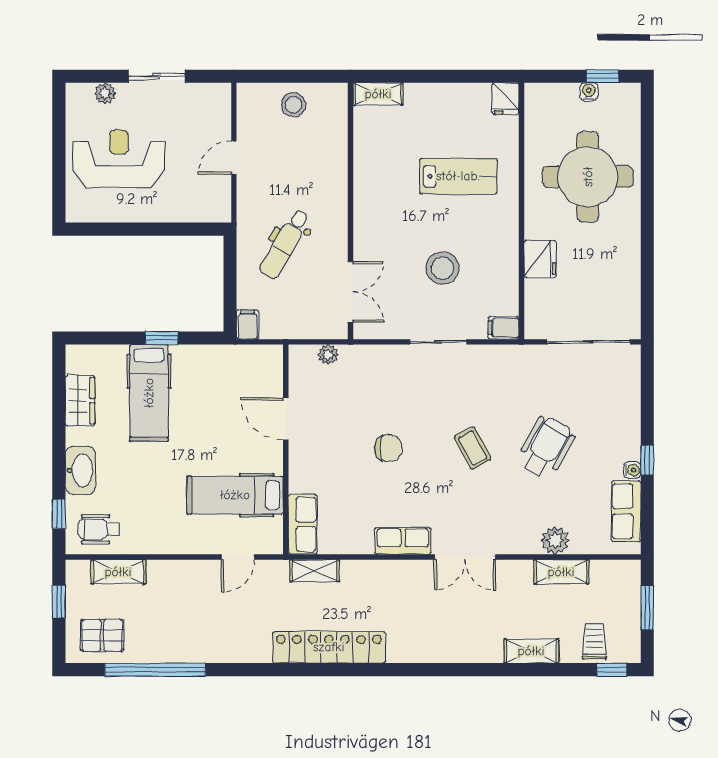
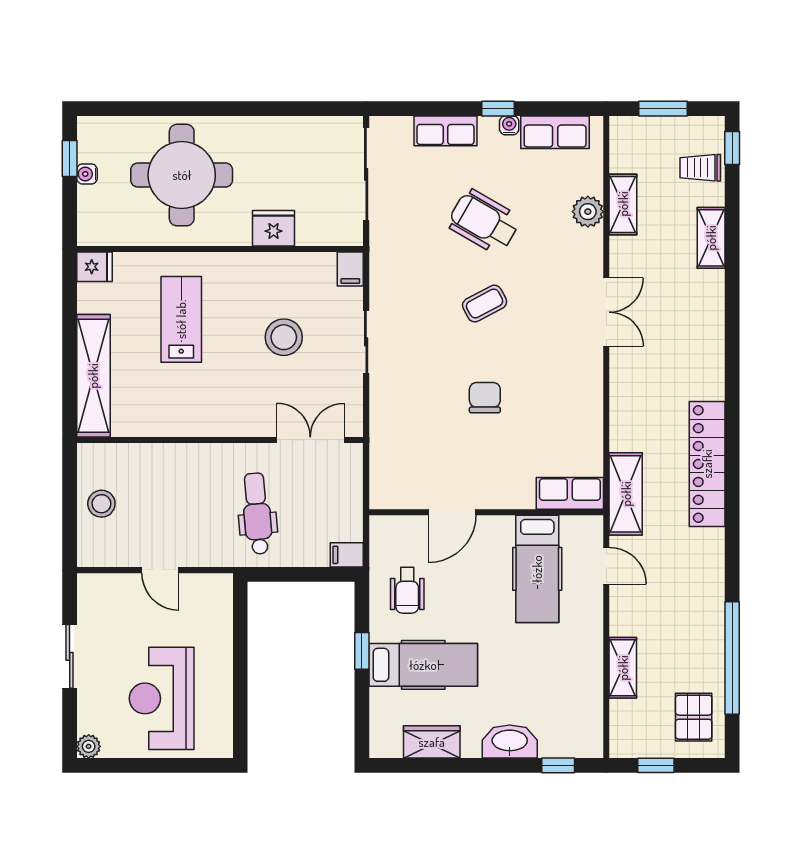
plant: (105, 93) -> (89, 746), moved
shelving: (378, 94) -> (93, 376), width x2.20, depth x1.33
dental chair: (285, 244) -> (257, 514), turned -125
plant: (328, 355) -> (380, 465), removed
wheelchair: (99, 529) -> (407, 590), moved
row of seats: (403, 541) -> (445, 131), moved, turned -90
shelving: (315, 571) -> (626, 494), width x1.50, depth x1.33
shelving: (118, 572) -> (623, 668), moved

